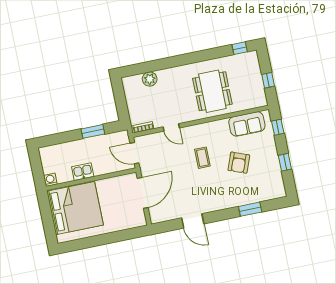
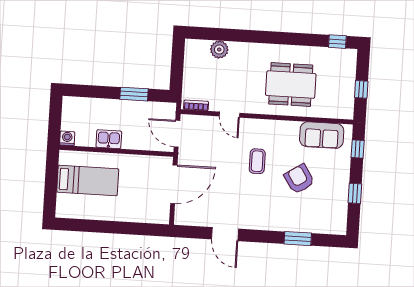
dining table: (212, 91) -> (291, 85), turned 90
armchair: (239, 163) -> (299, 179), turned 126
bed: (75, 208) -> (88, 180), width x0.49

